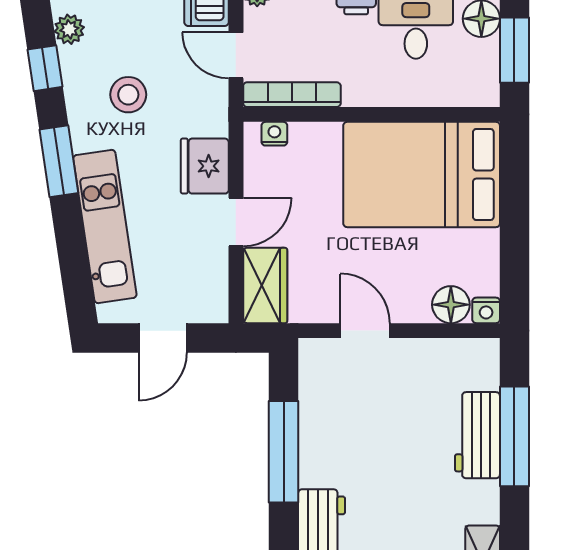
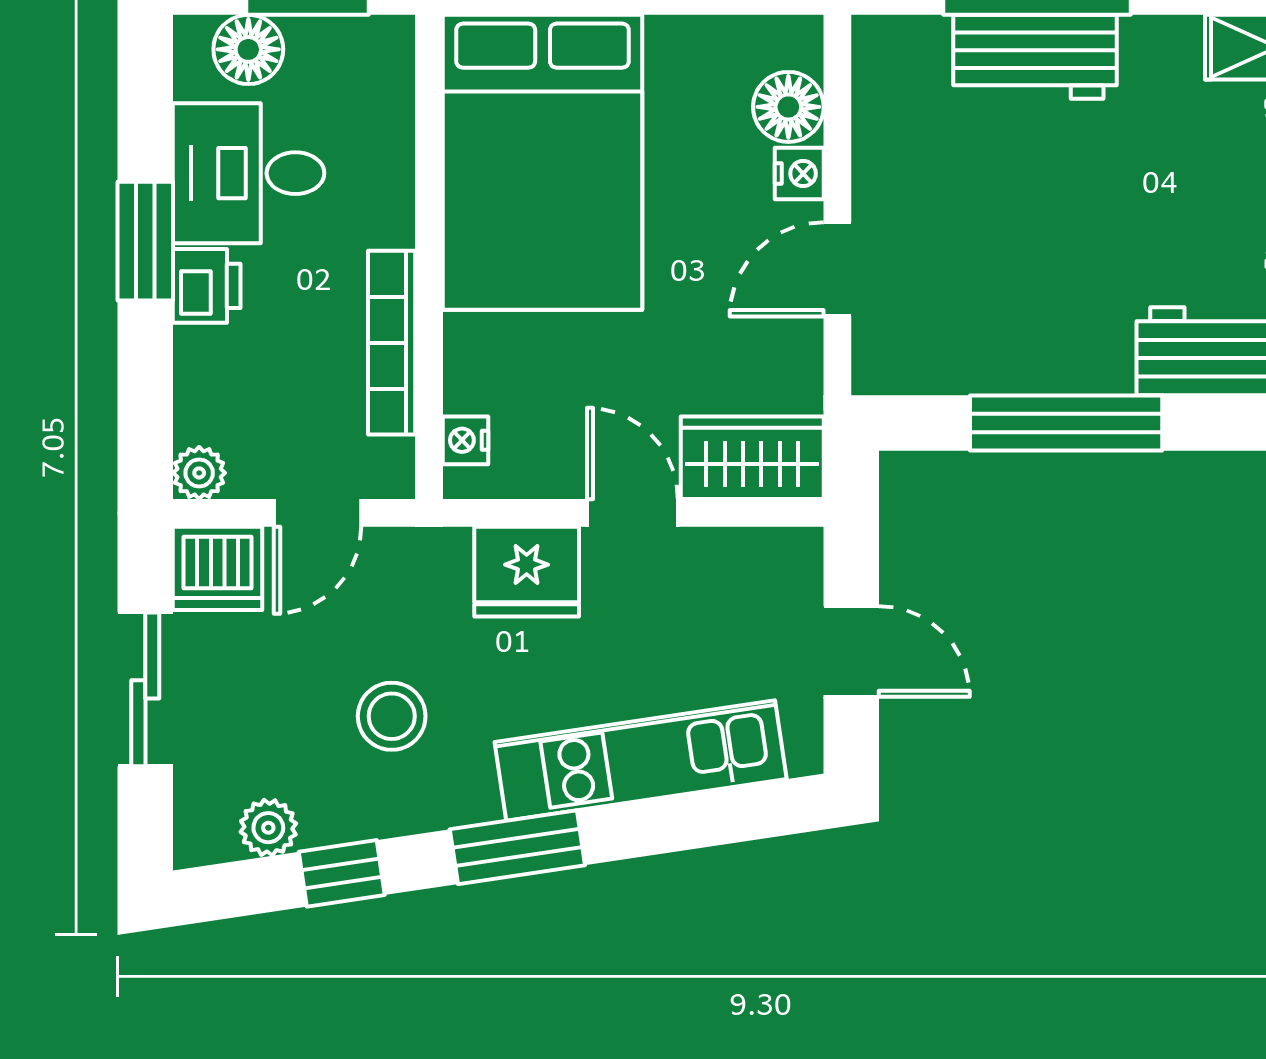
bookcase: (292, 95) -> (392, 343), moved
nightstand: (486, 310) -> (799, 174), moved

